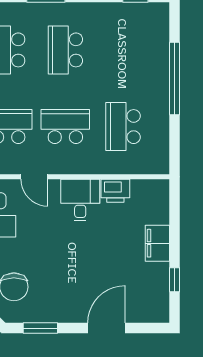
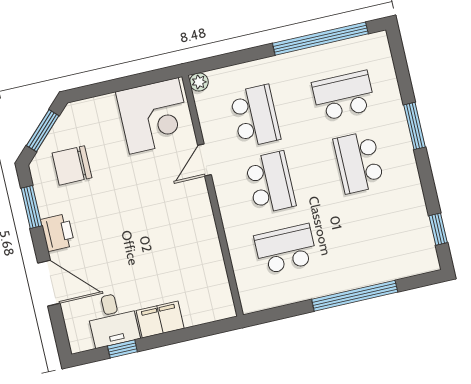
school desk: (65, 50) -> (359, 162), turned -90
printer: (115, 191) -> (58, 233), moved, turned 180
desk: (80, 200) -> (113, 320), moved, turned 90

